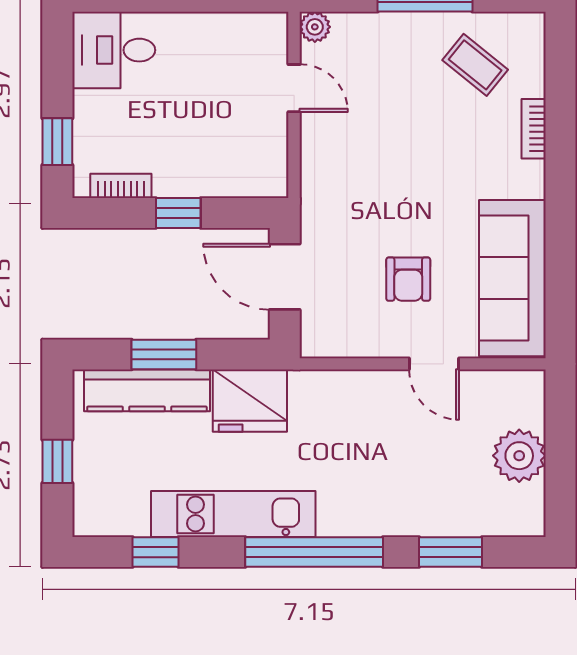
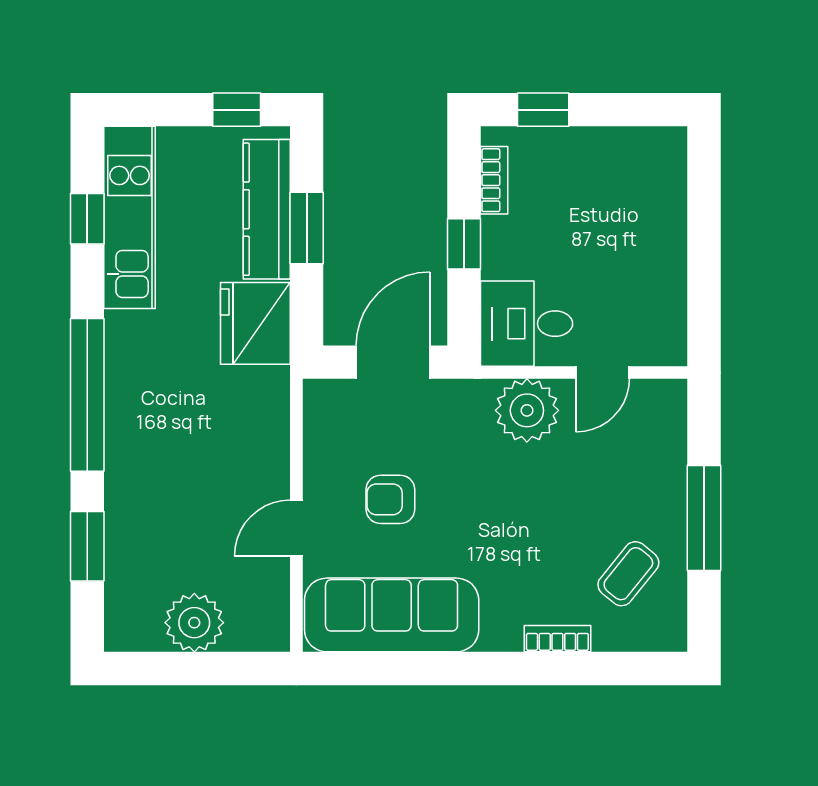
plant: (315, 27) -> (527, 410), moved, width x1.87, depth x1.87
desk: (114, 50) -> (527, 324), moved, turned -90
window: (57, 461) -> (237, 110), moved
kitchen unit: (233, 514) -> (130, 217), moved

